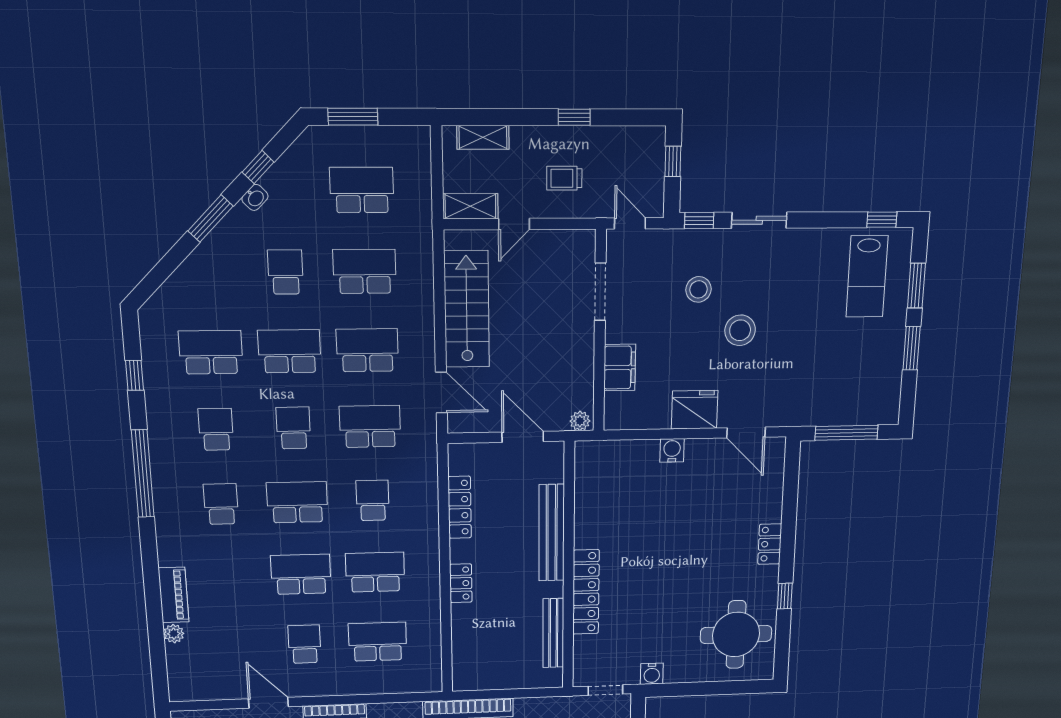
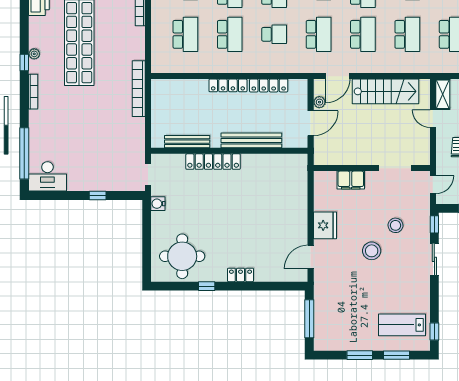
plant: (580, 421) -> (319, 102), moved
water cooler: (672, 450) -> (301, 212), removed
locker: (461, 583) -> (228, 85), width x1.53

